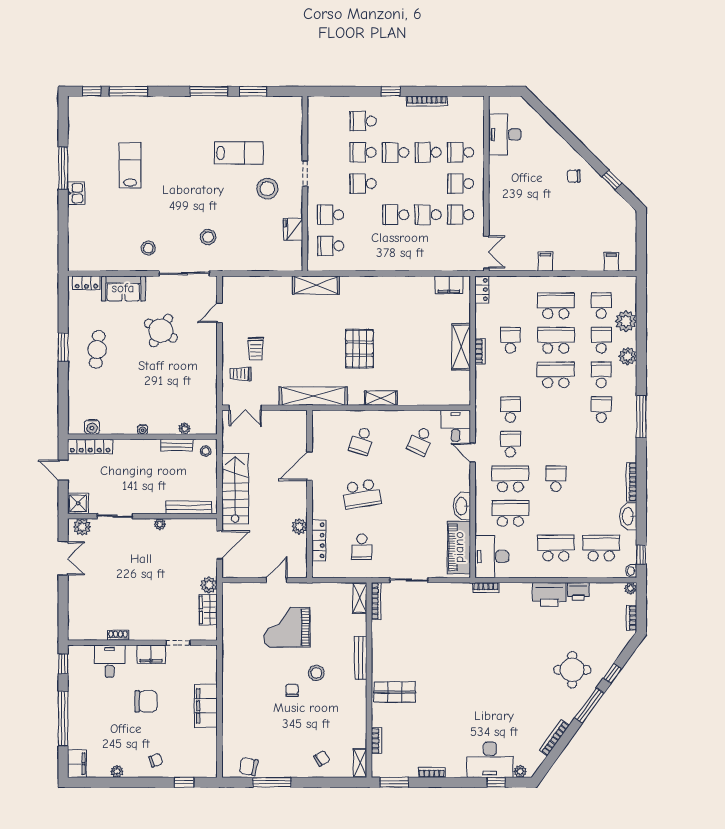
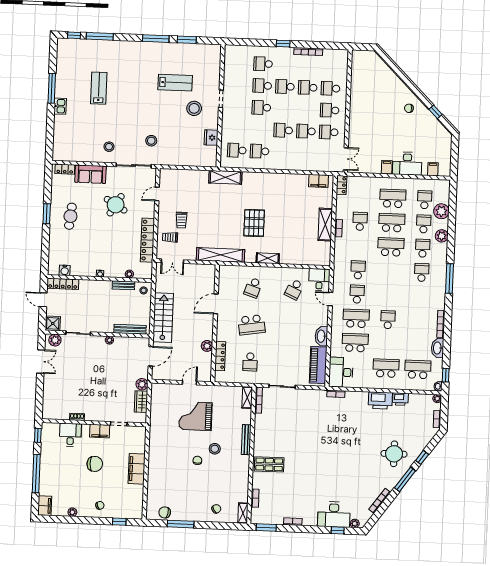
desk: (505, 134) -> (407, 164), moved, turned -90
school desk: (331, 215) -> (260, 151), moved
locker: (208, 379) -> (147, 240), added

